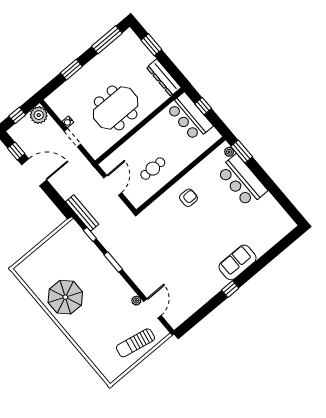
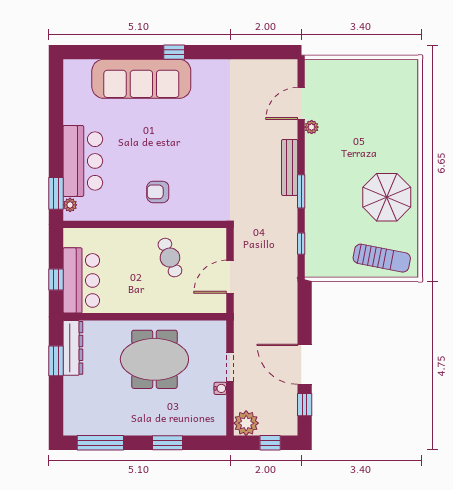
window: (151, 45) -> (56, 361), moved
cafe table: (153, 169) -> (170, 258), turned 69
bench: (82, 213) -> (290, 167), moved
sofa: (238, 262) -> (141, 79), width x1.85, depth x1.27
window: (230, 289) -> (174, 52), moved
sun lounger: (135, 343) -> (382, 258), moved

